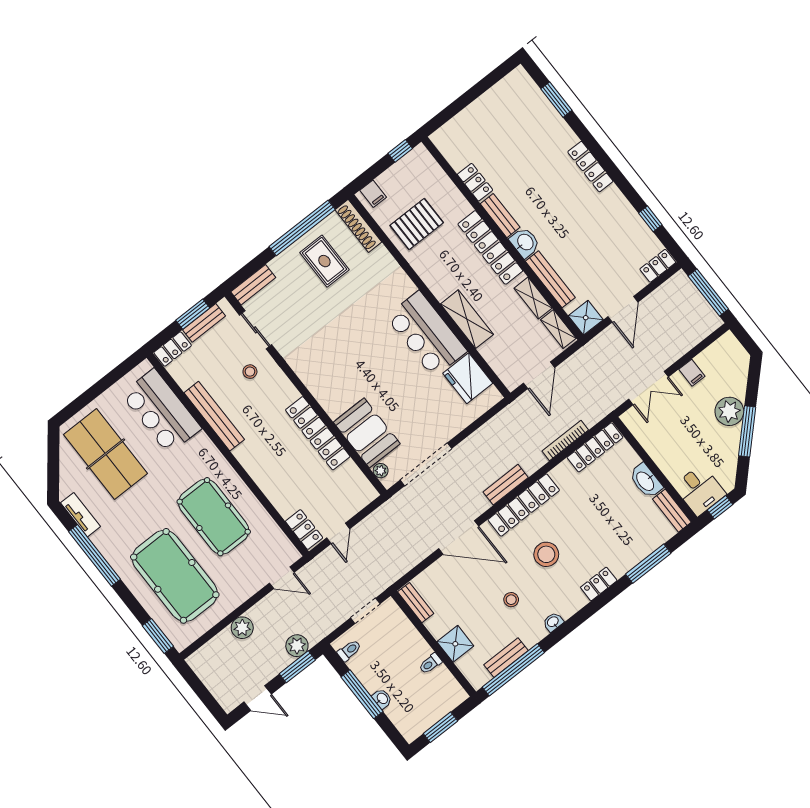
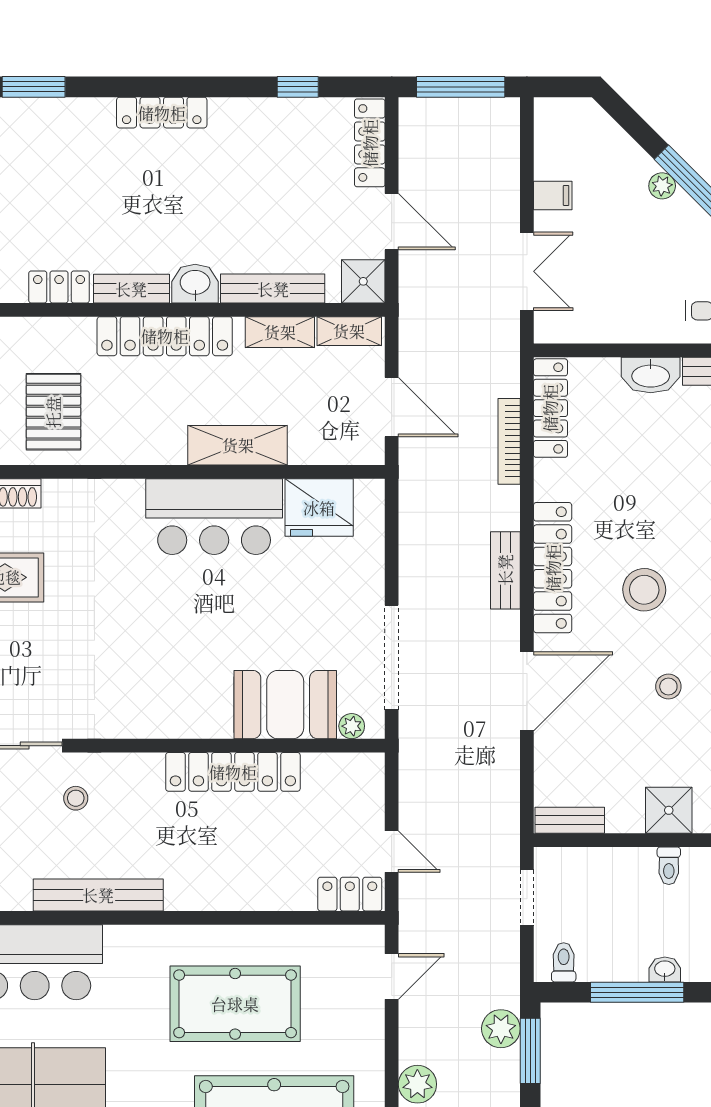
locker: (658, 266) -> (370, 143), width x1.53
plant: (729, 411) -> (662, 186), width x0.53, depth x0.53

